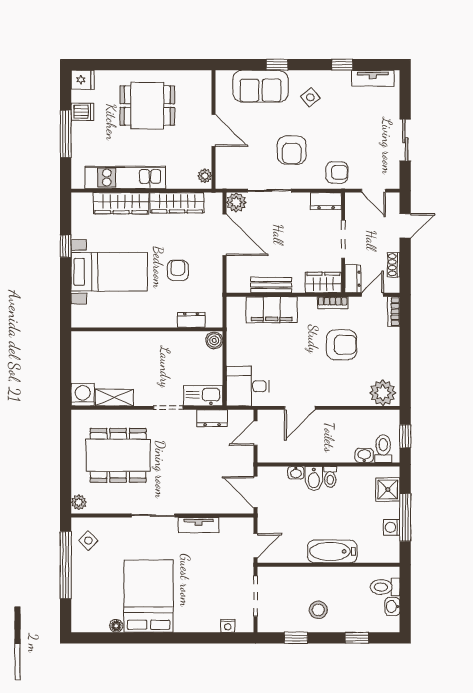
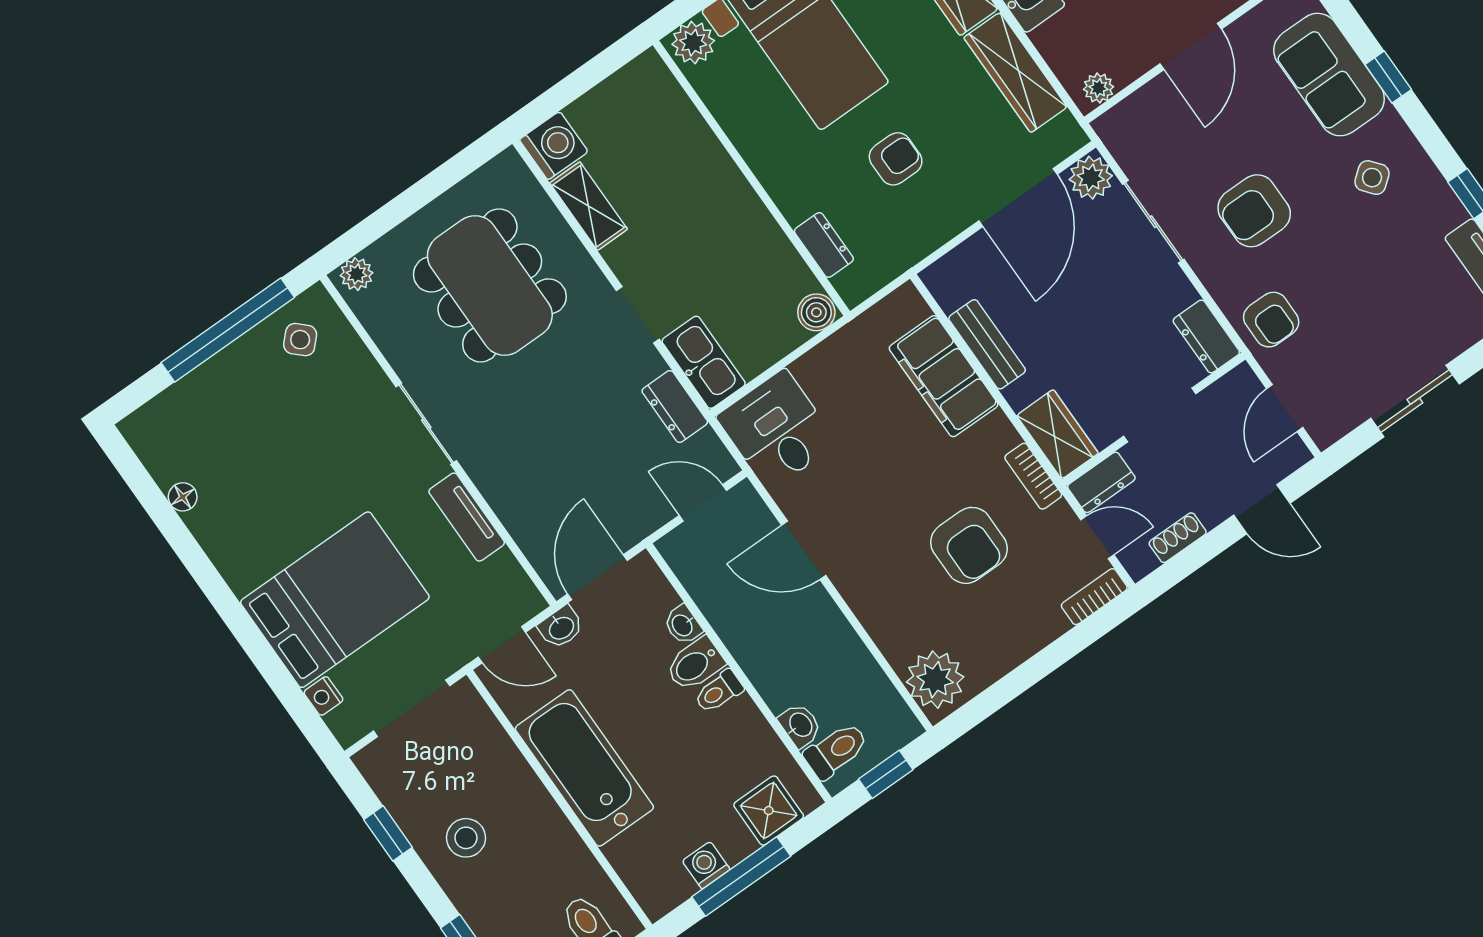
plant: (81, 315) -> (693, 43), added
washbasin: (265, 519) -> (561, 627), added
bathtub: (332, 551) -> (584, 768), width x1.36, depth x1.36
bed: (149, 596) -> (335, 600), moved

